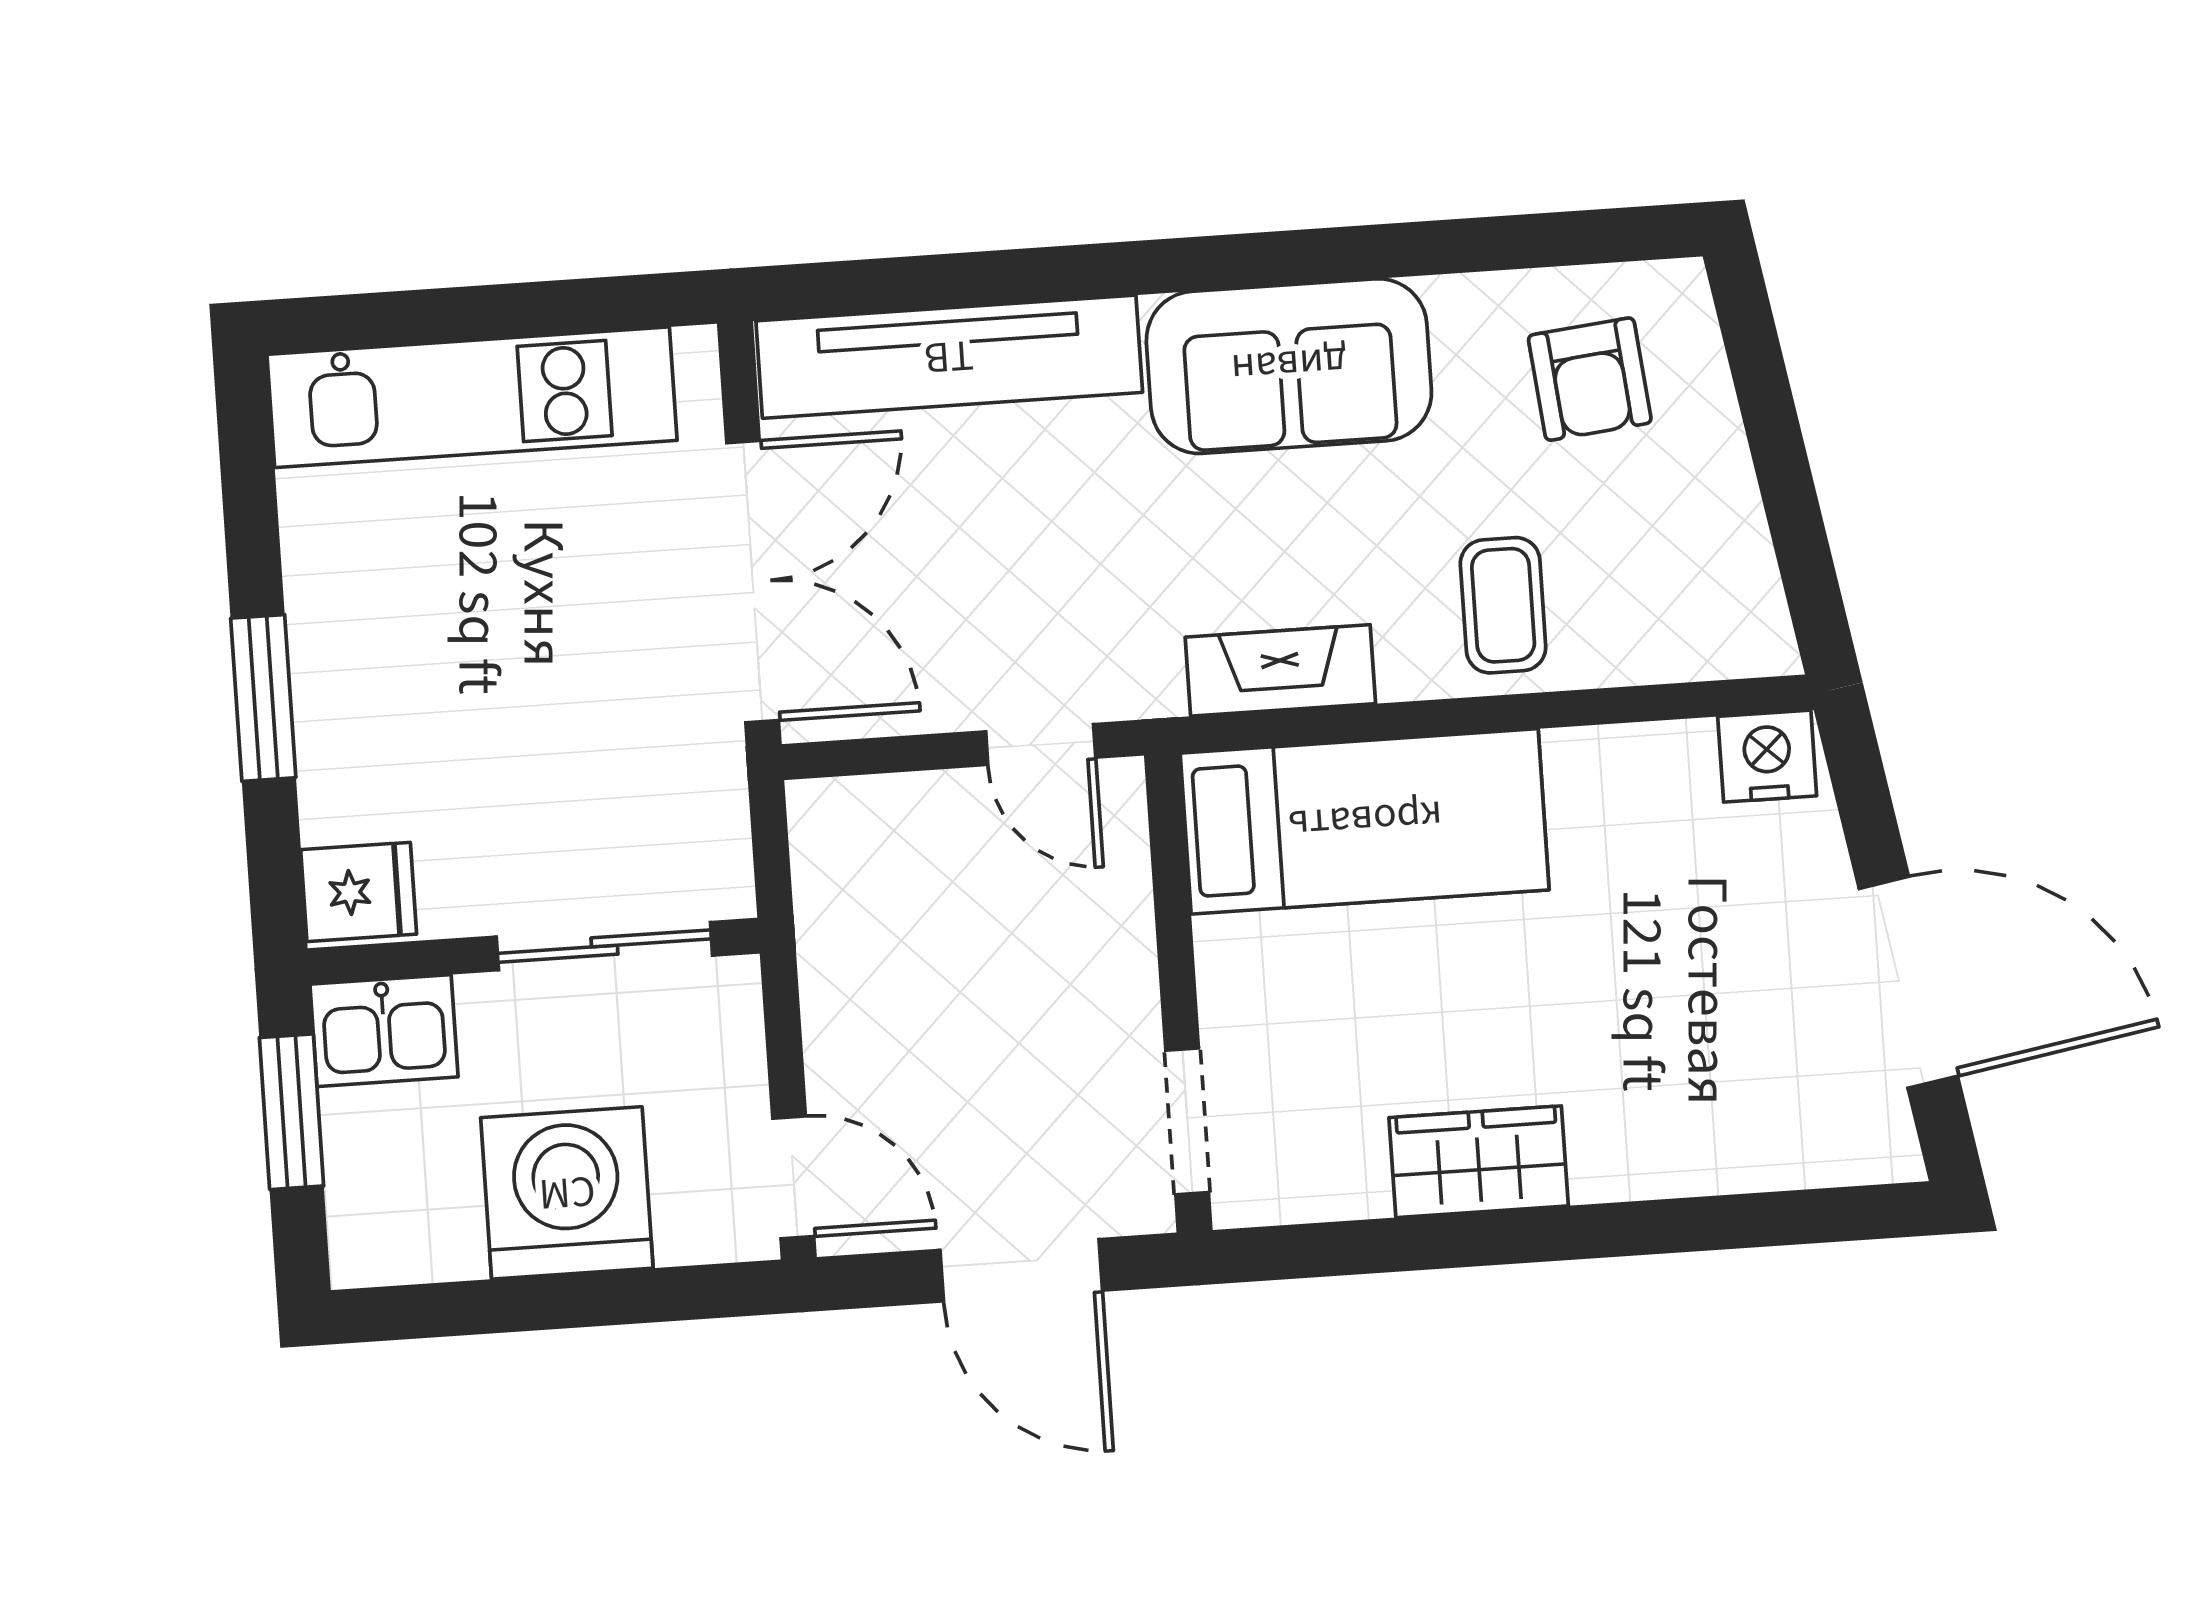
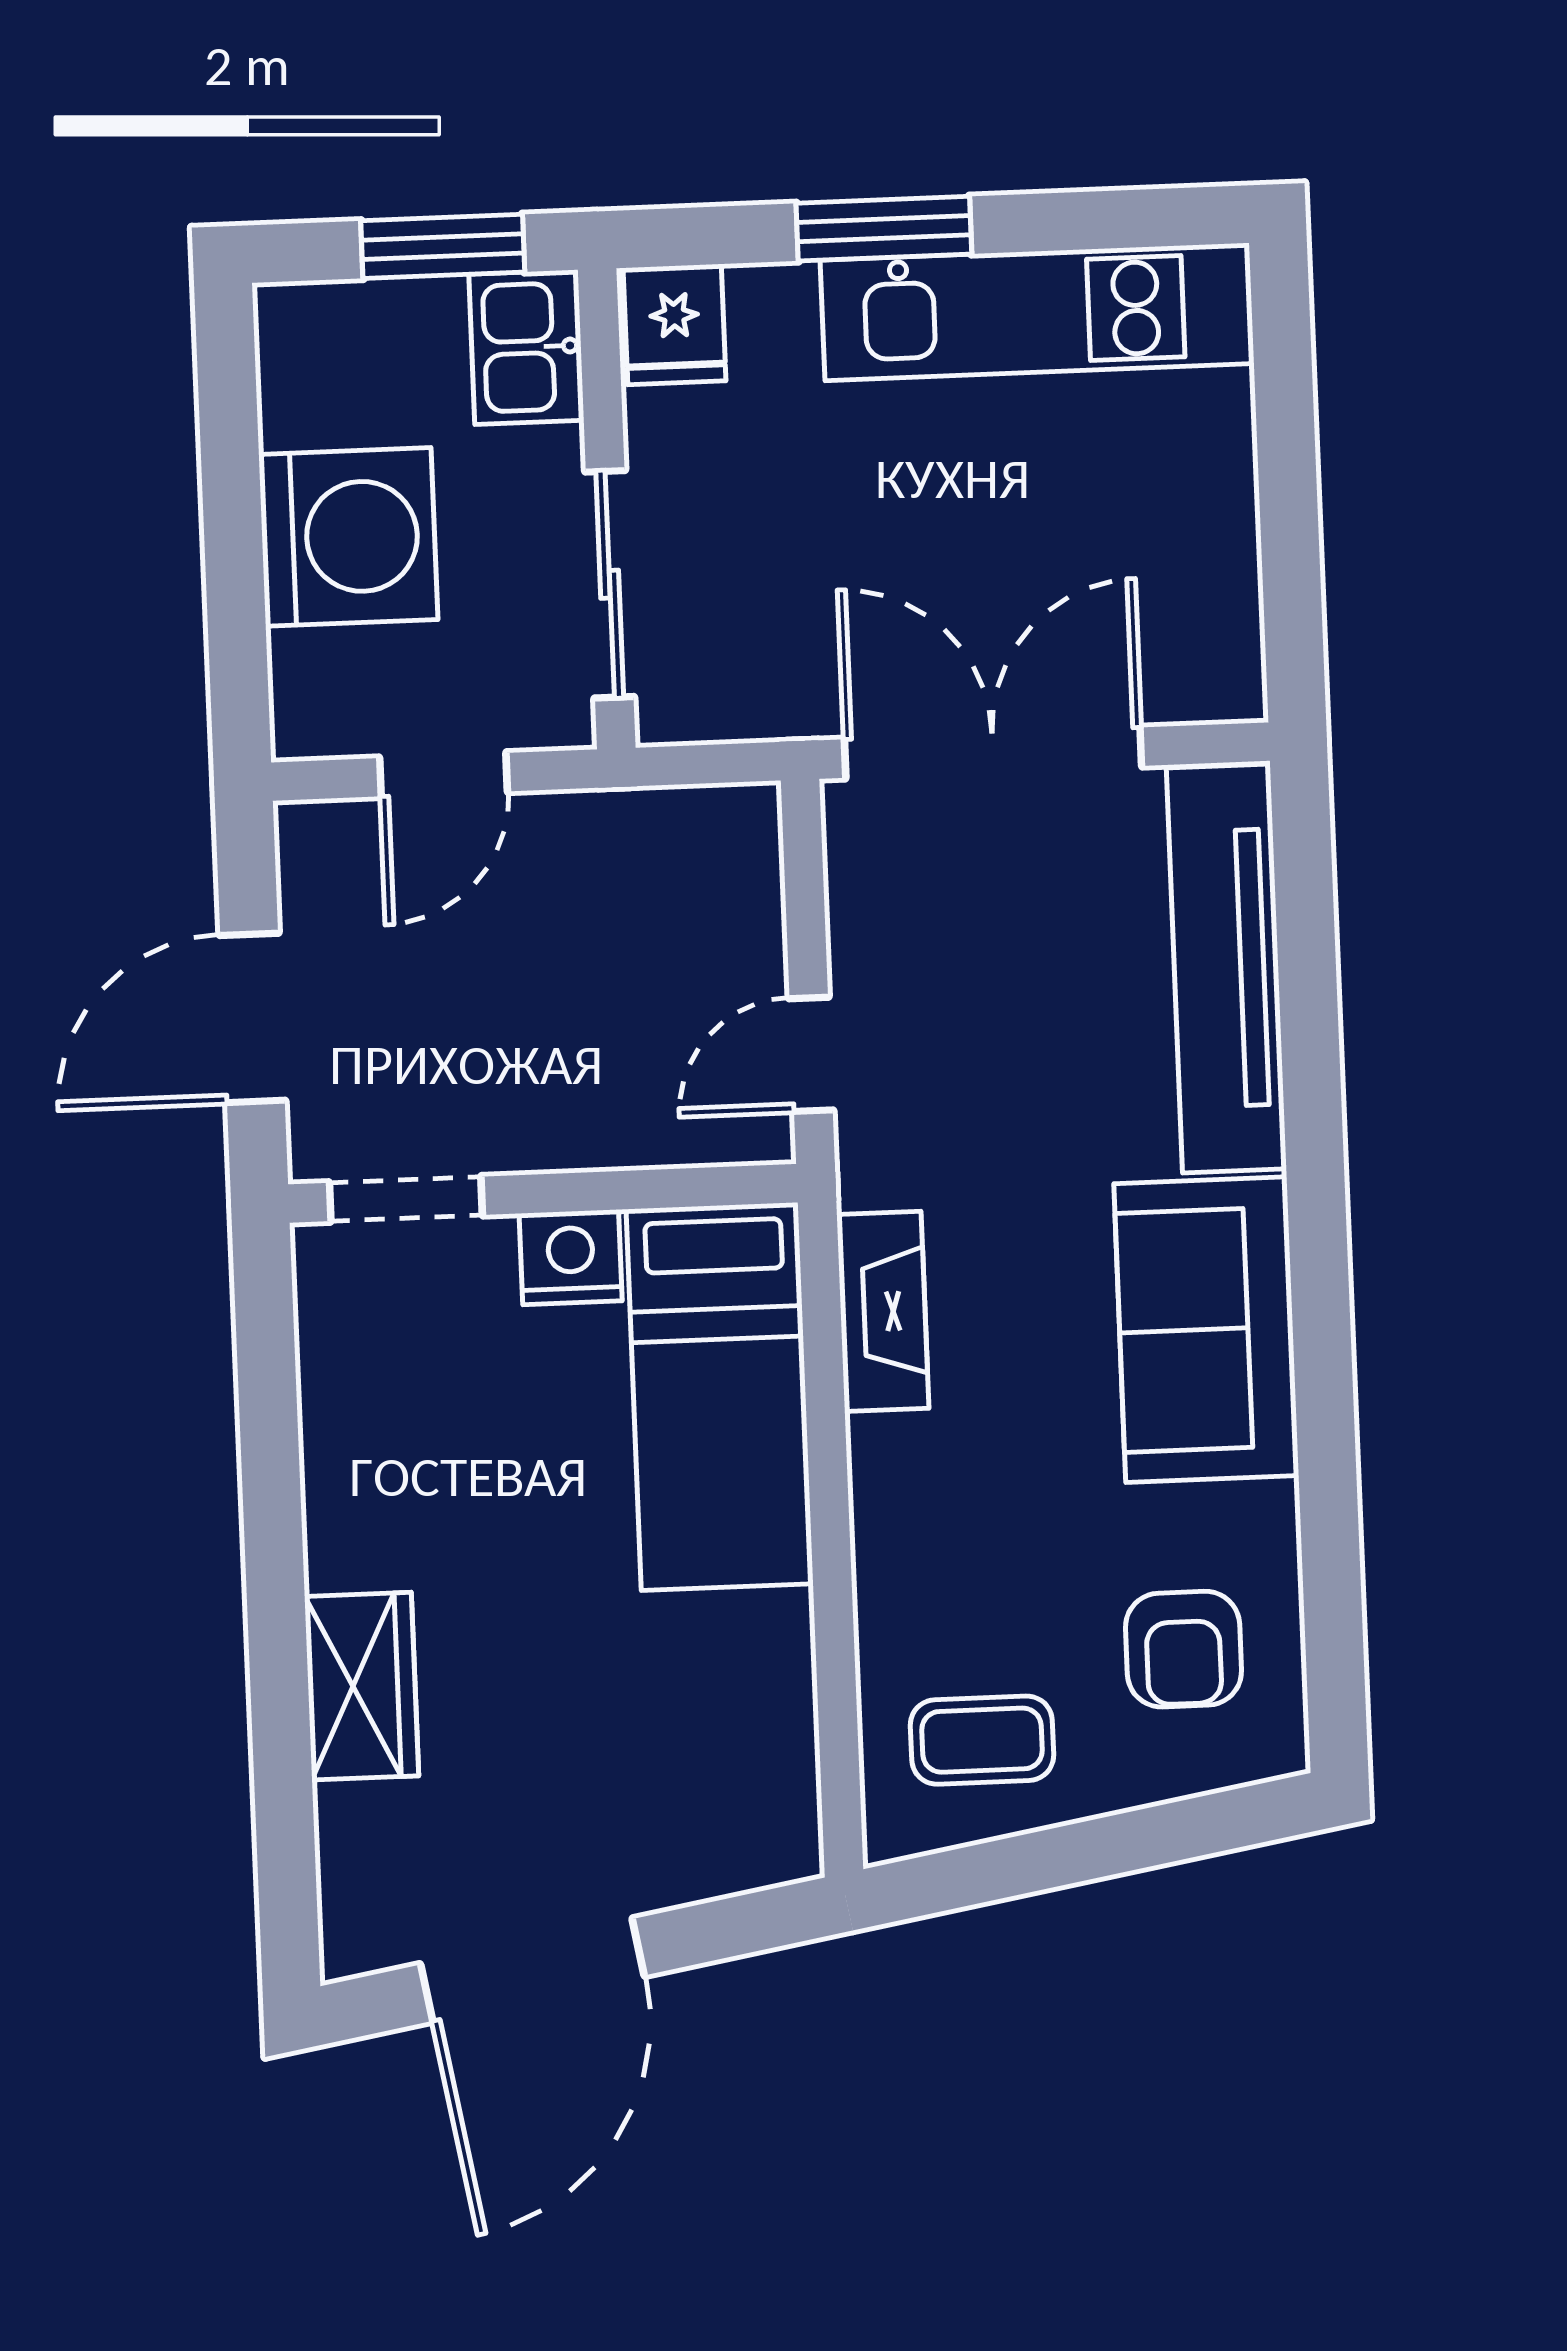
armchair: (1590, 379) -> (1183, 1649), turned -84
kitchen unit: (472, 397) -> (1037, 312), moved, turned -90
double door: (753, 582) -> (993, 753), swing flipped
coffee table: (1503, 605) -> (982, 1740), moved
nightstand: (1767, 756) -> (571, 1257), moved, turned -90
wardrobe: (1479, 1162) -> (362, 1686), moved
door: (793, 1177) -> (444, 775), moved

